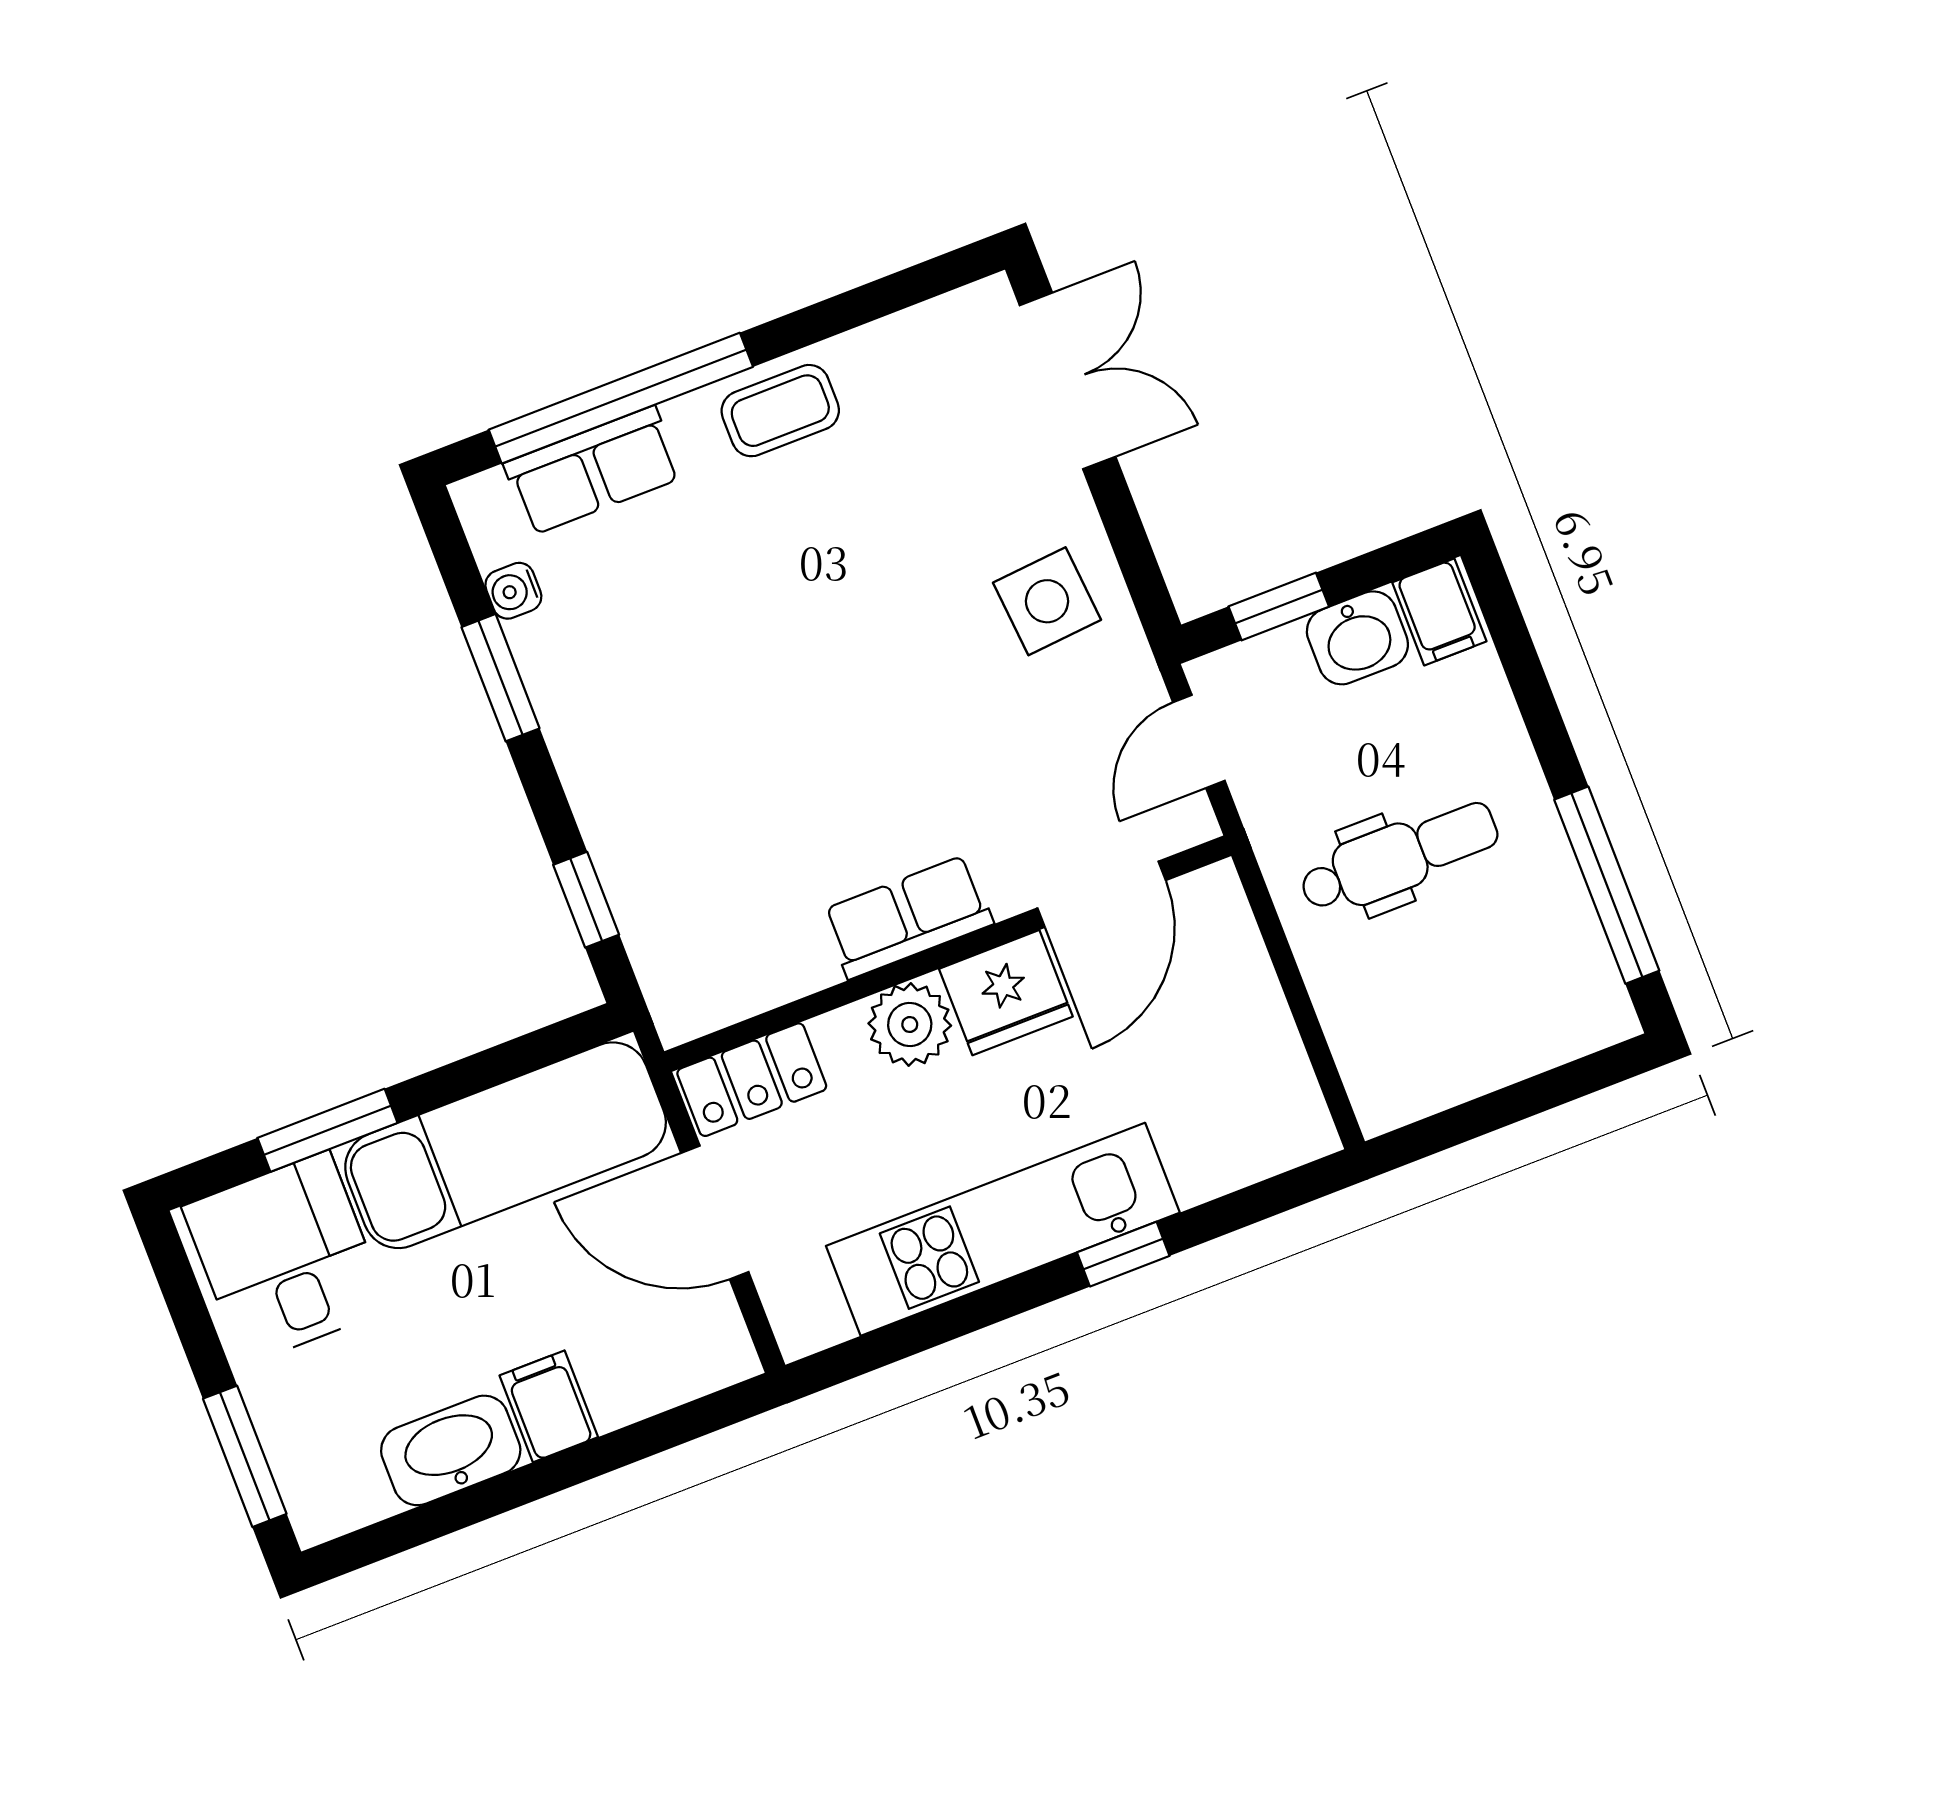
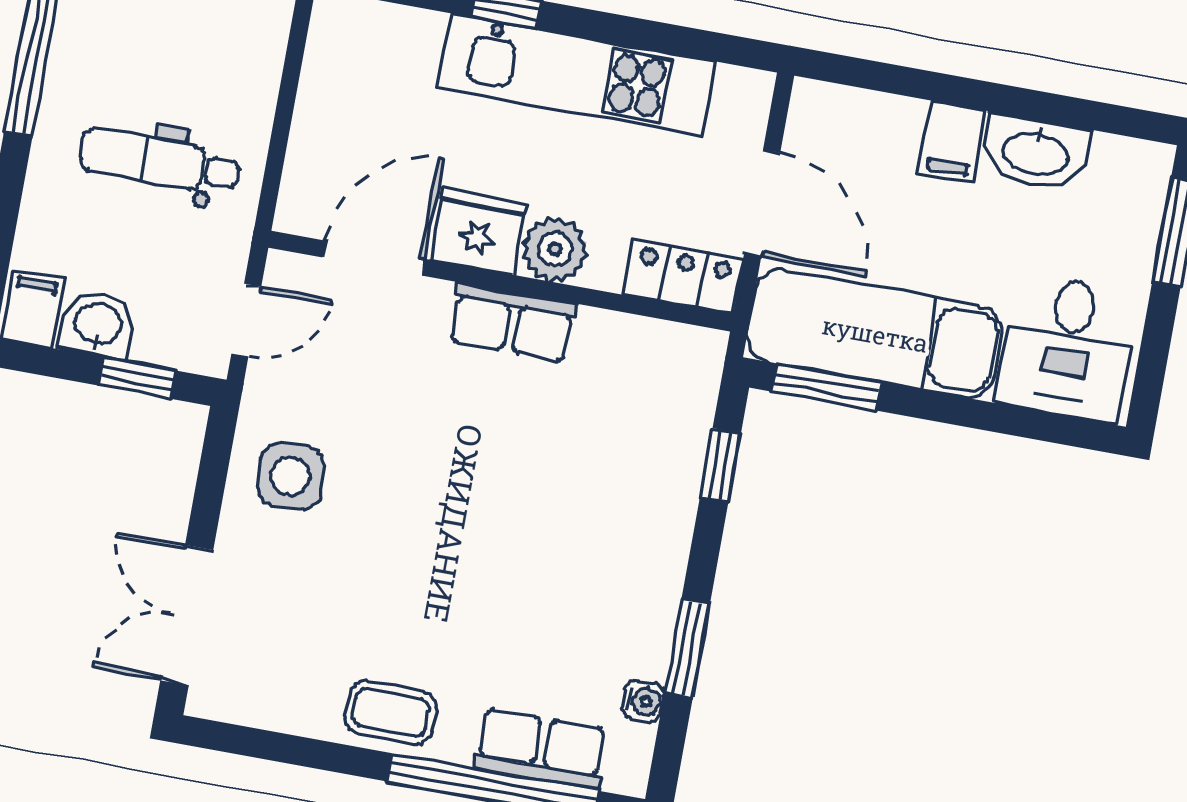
window: (327, 1130) -> (827, 387), moved

